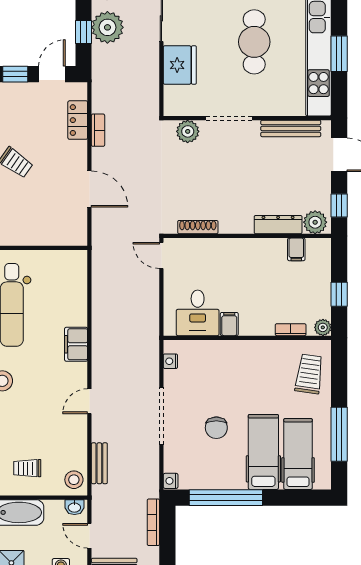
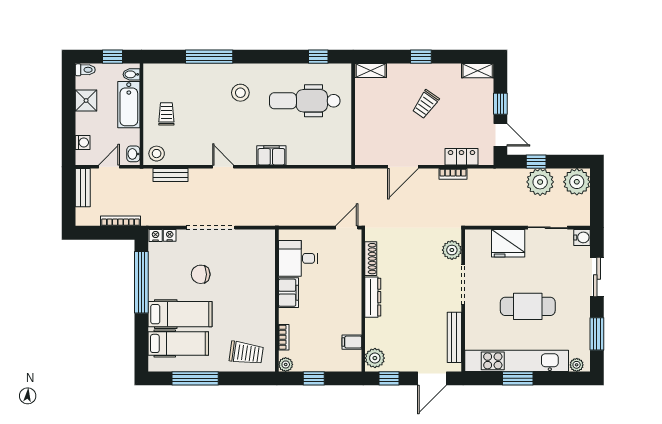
dresser: (278, 225) -> (373, 297), moved
filing cabinet: (229, 324) -> (289, 293), width x2.00
nightstand: (170, 361) -> (170, 235), moved

